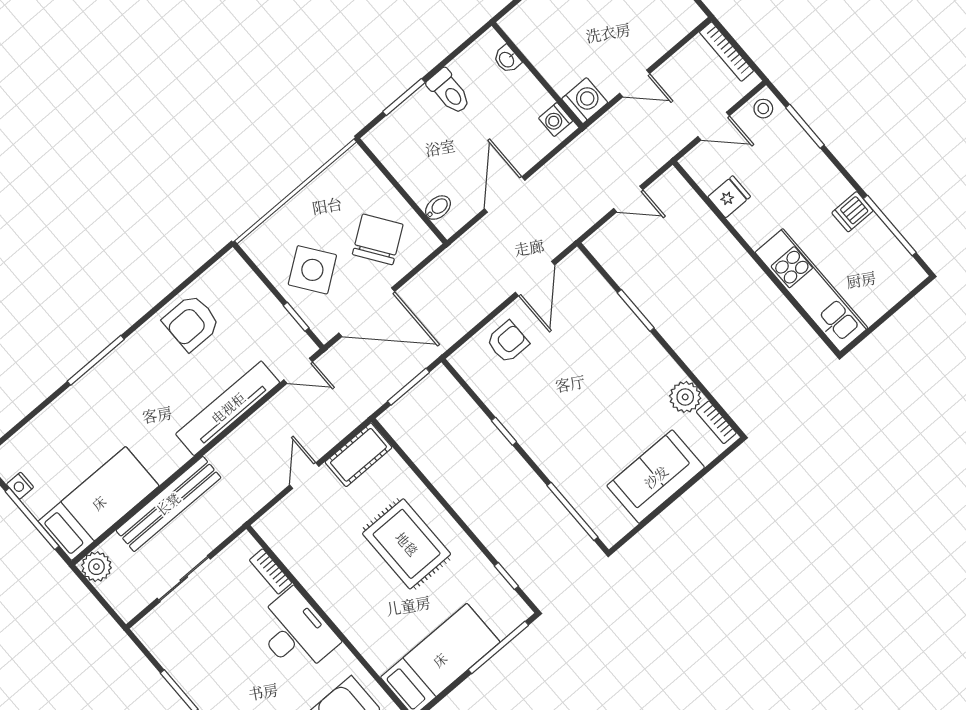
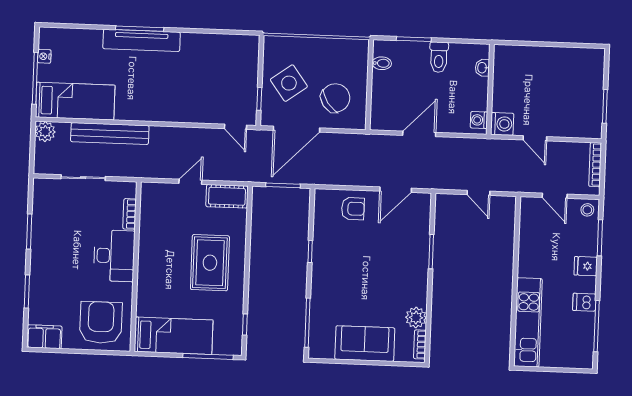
fridge: (729, 197) -> (586, 266), moved, turned 180
bidet: (438, 208) -> (382, 63), moved
door: (367, 312) -> (296, 129), hinge flipped
armchair: (191, 323) -> (204, 54), removed
tv unit: (228, 408) -> (142, 40), moved, turned 180

